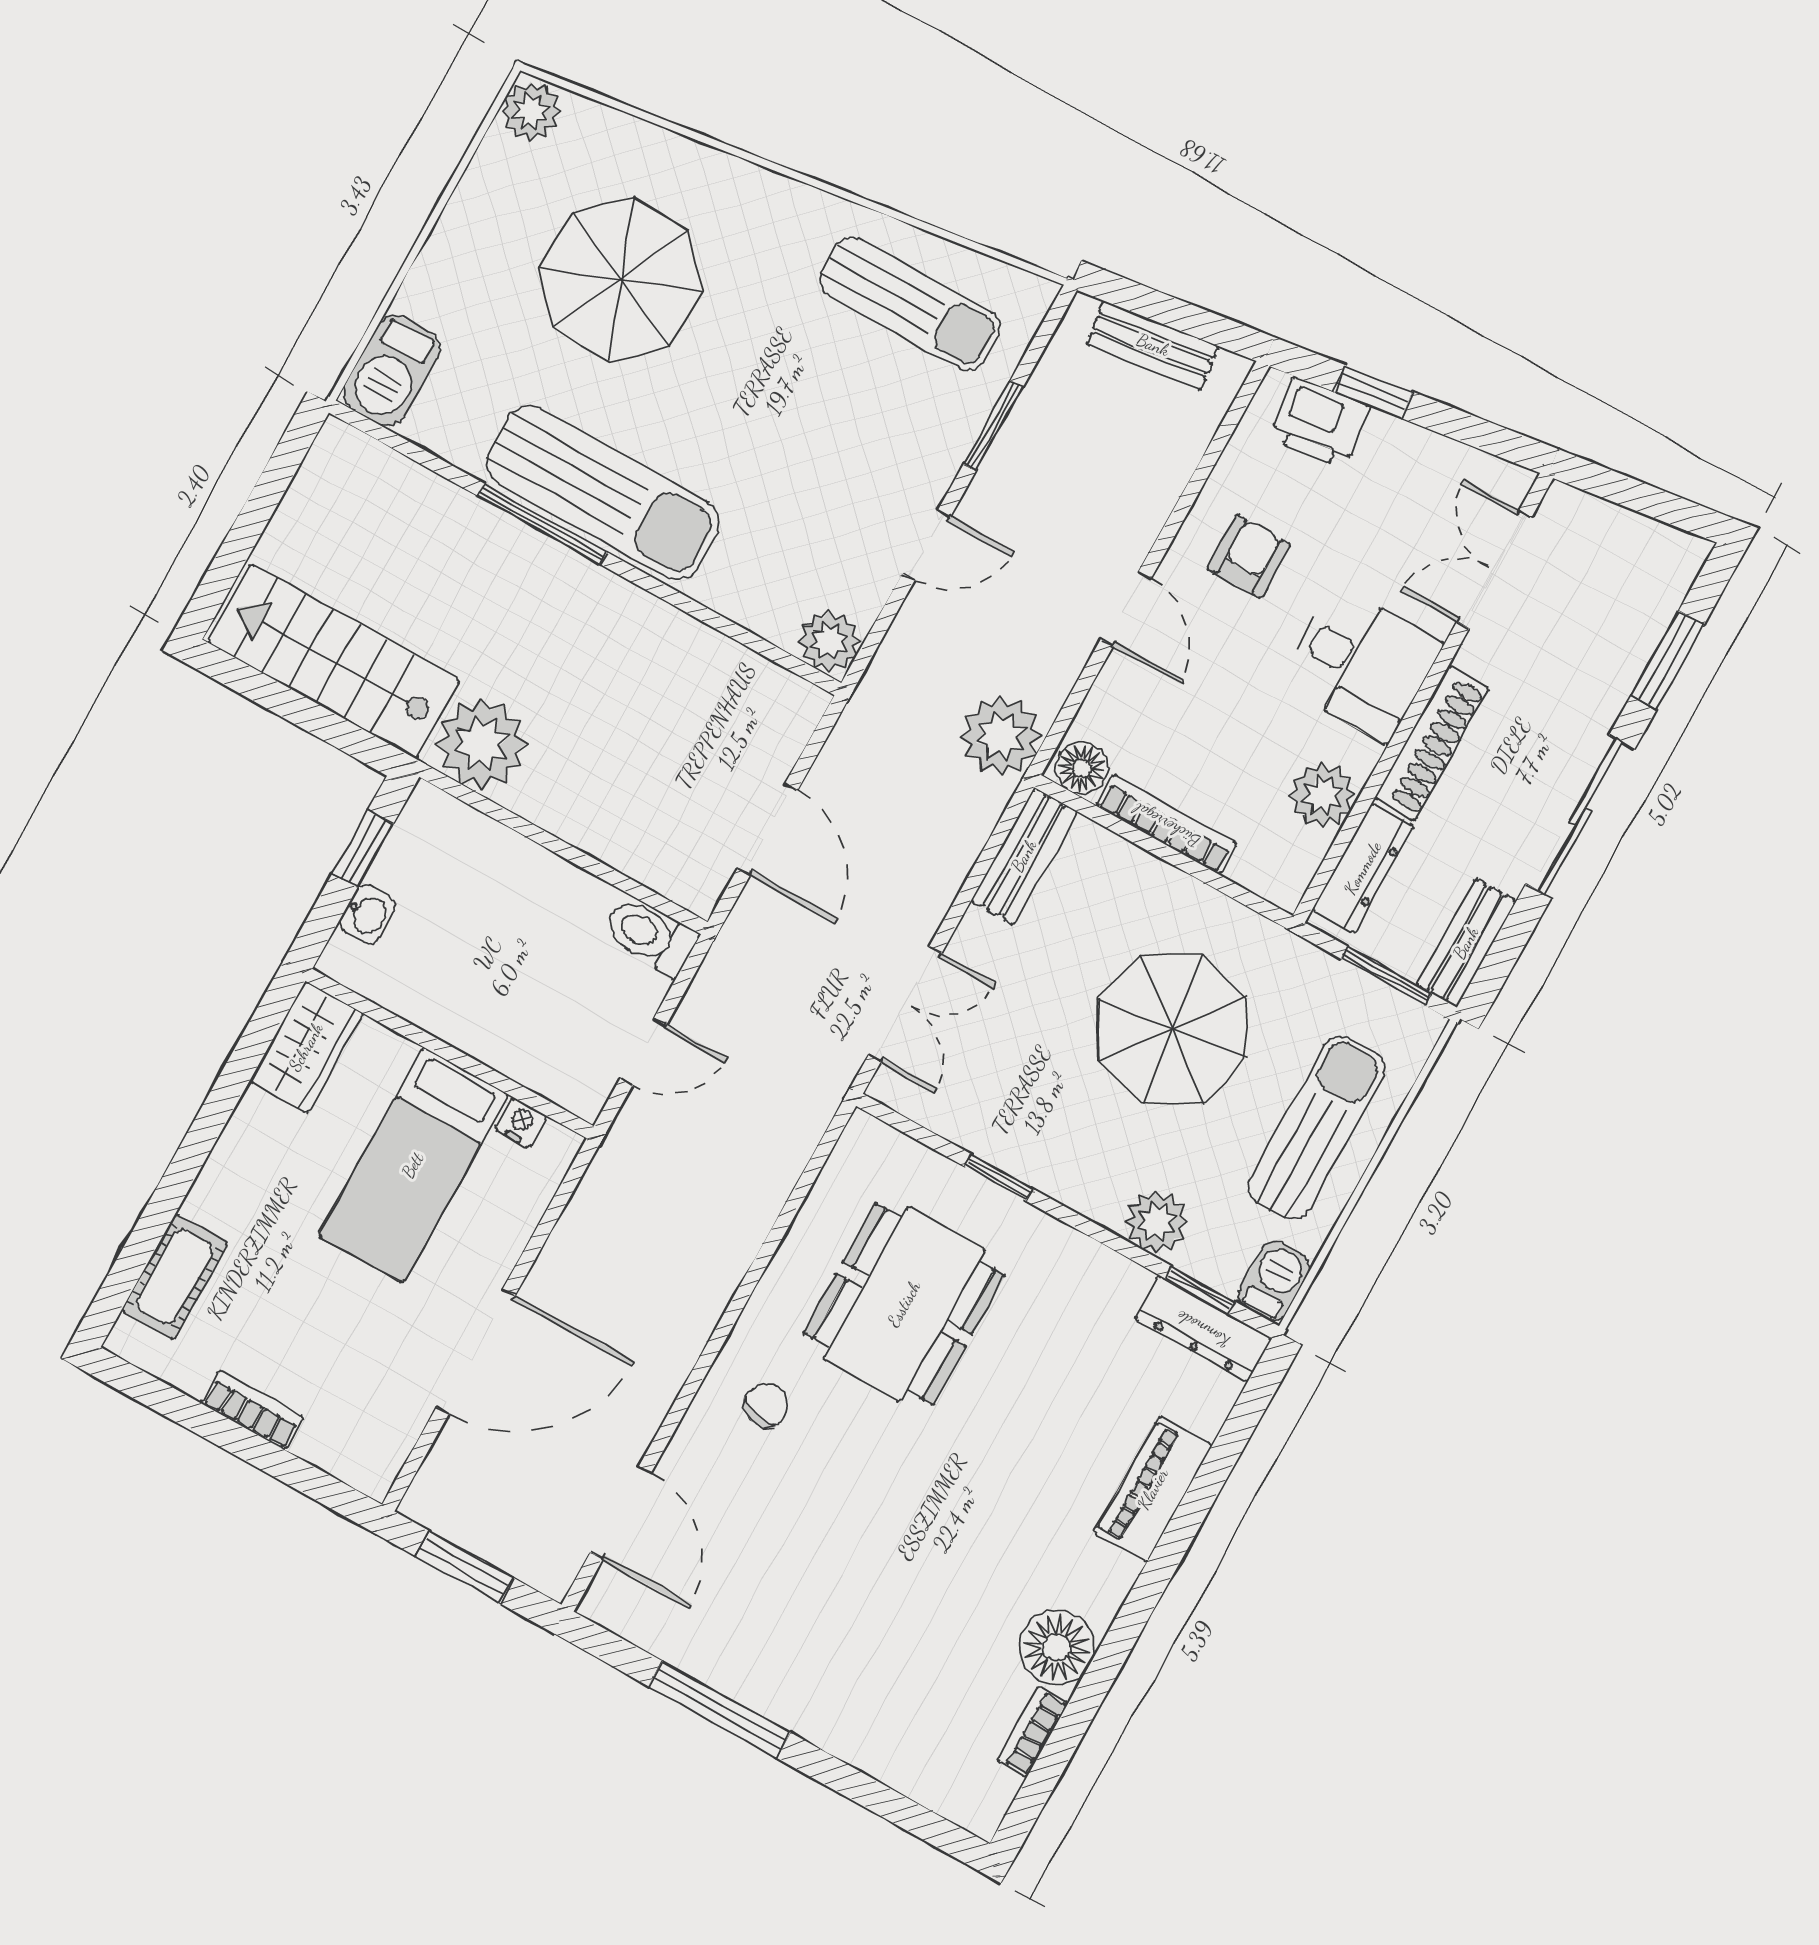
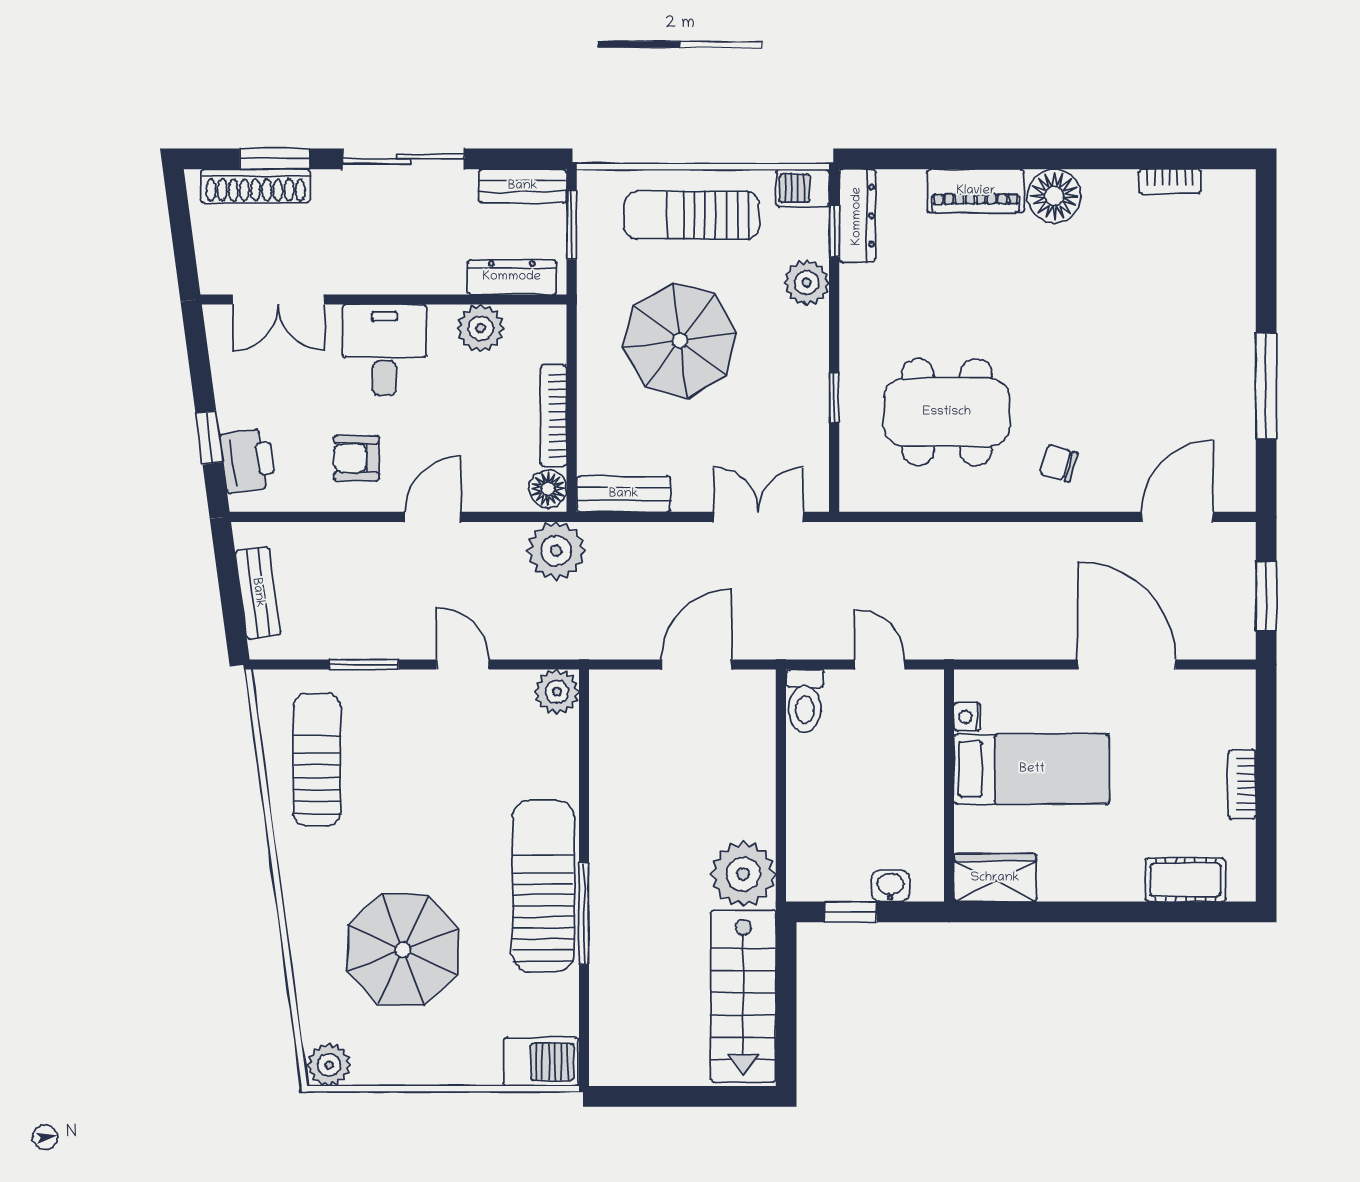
shoe rack: (1432, 743) -> (256, 186), moved, turned 180
floor lamp: (1057, 1647) -> (1054, 196), moved

